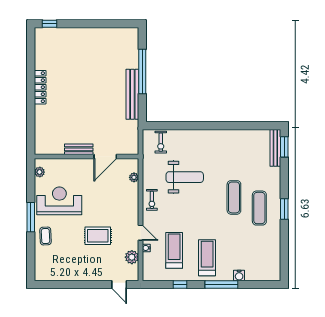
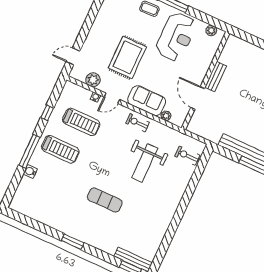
sofa: (128, 201) -> (147, 101), added
exercise mat: (259, 208) -> (84, 219), removed
rug: (98, 236) -> (127, 57), width x1.36, depth x1.43

